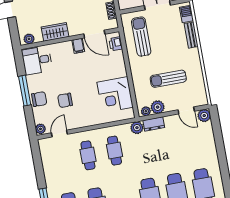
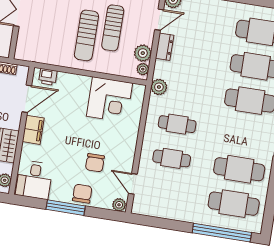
sun lounger: (141, 37) -> (86, 35), moved, turned -90
filing cabinet: (78, 46) -> (33, 130), width x2.00
dresser: (154, 124) -> (165, 47), moved

